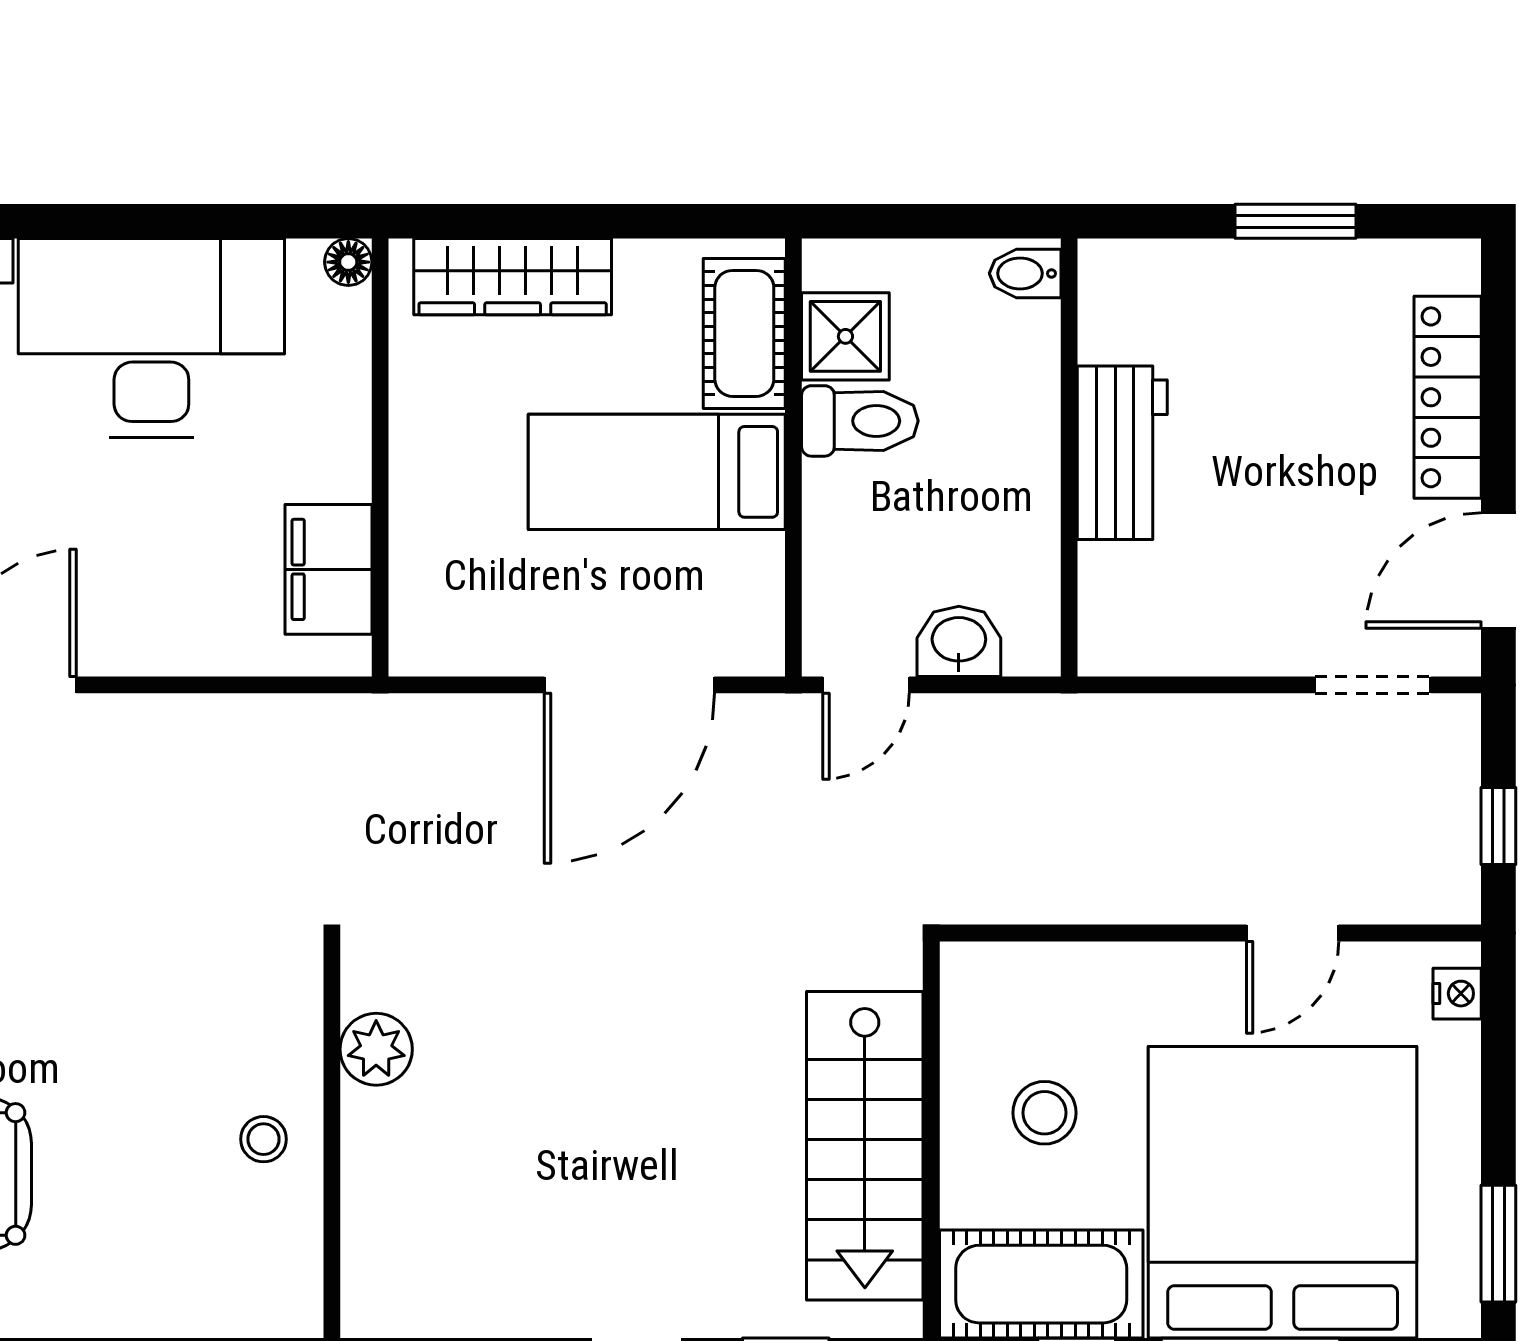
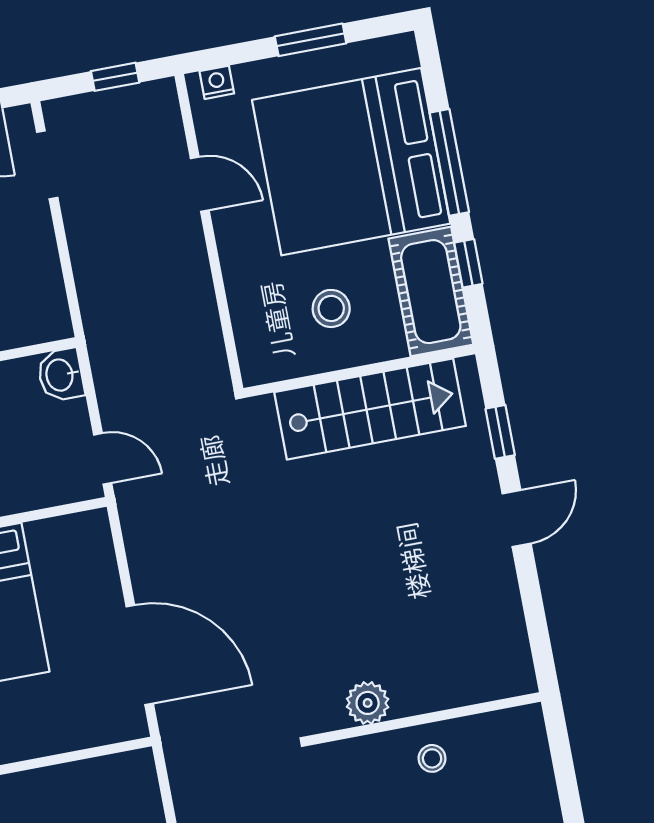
filing cabinet: (328, 569) -> (95, 783), removed
washbasin: (959, 641) -> (61, 375), moved
door: (629, 685) -> (140, 655), moved
window: (1498, 1244) -> (311, 40), moved

